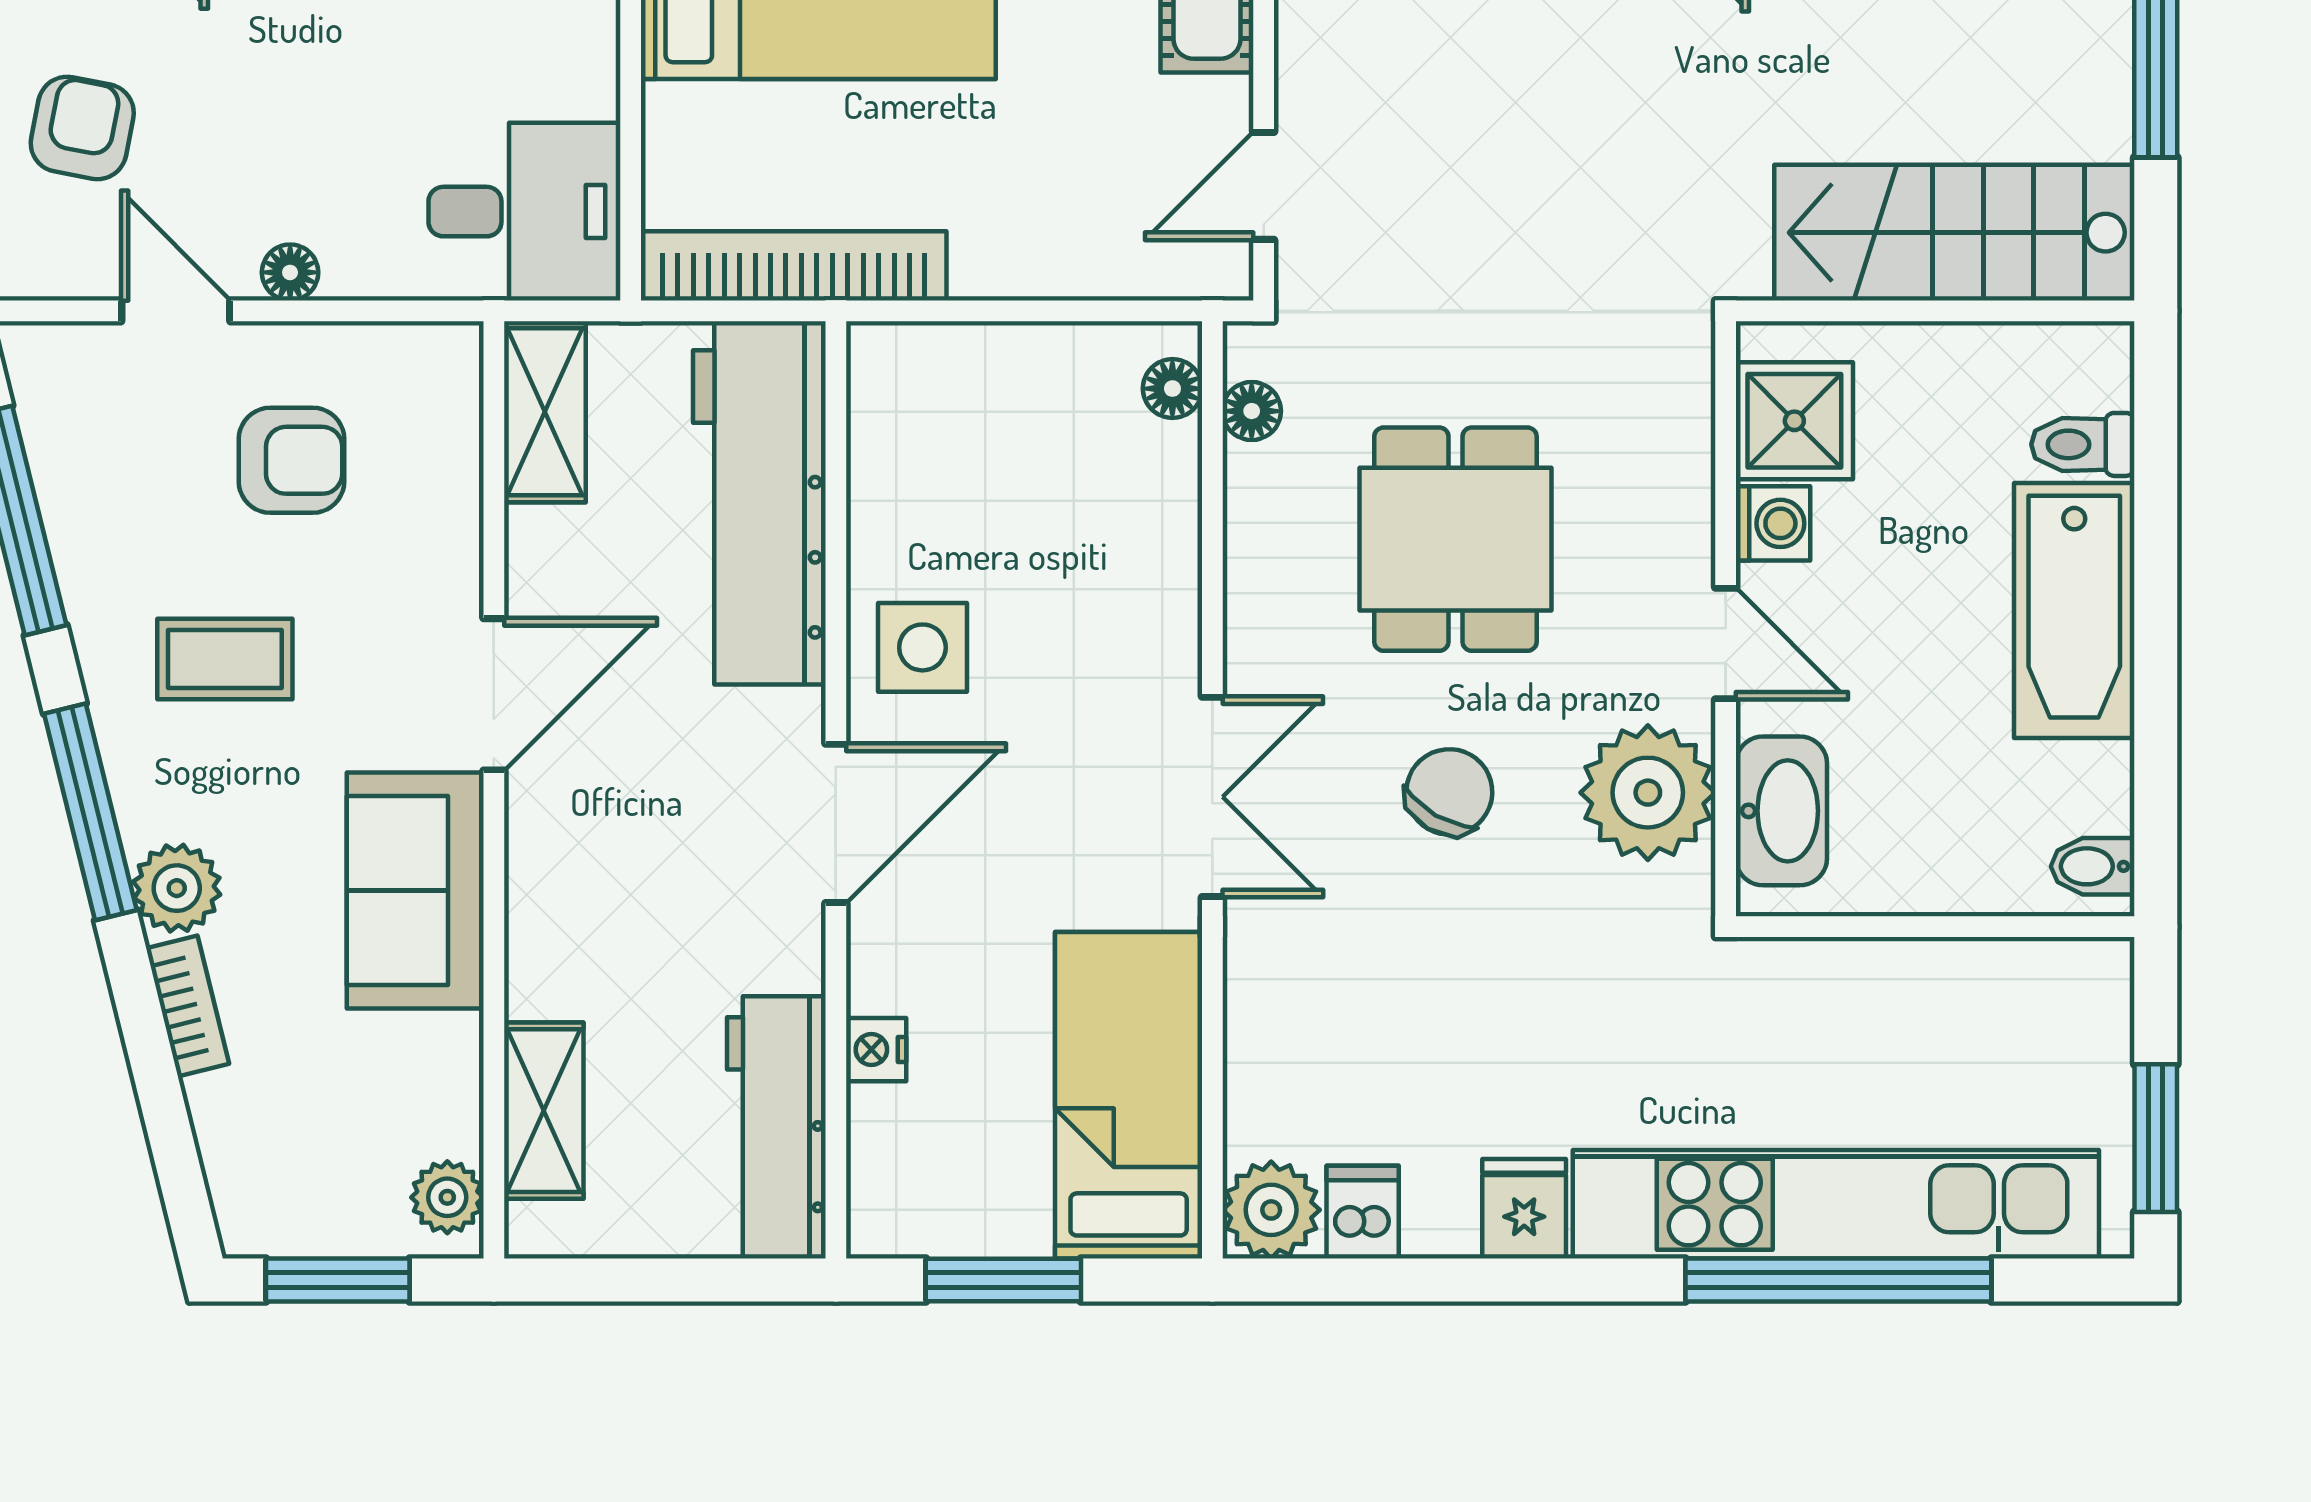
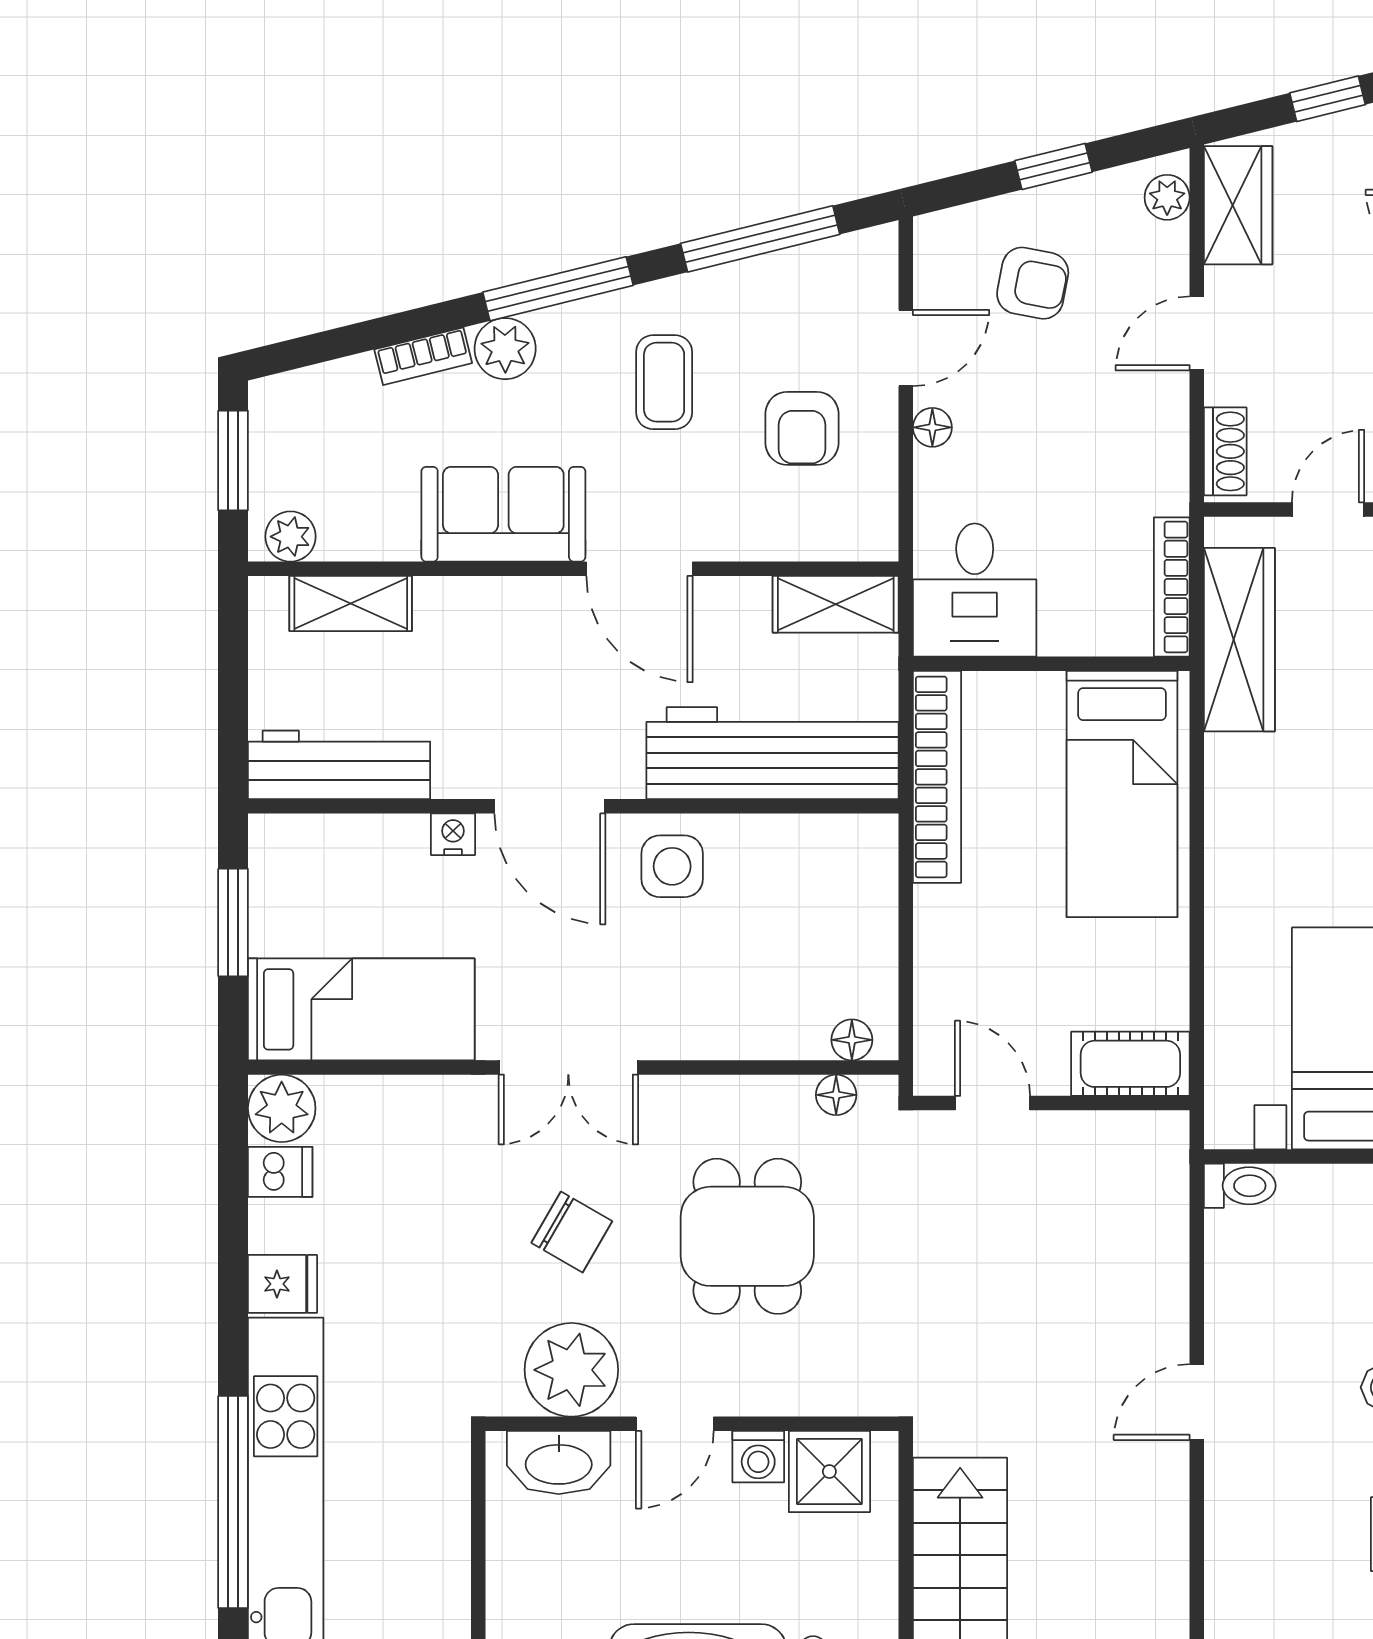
dining table: (1455, 539) -> (747, 1236), turned 90
nightstand: (876, 1050) -> (453, 834), moved

